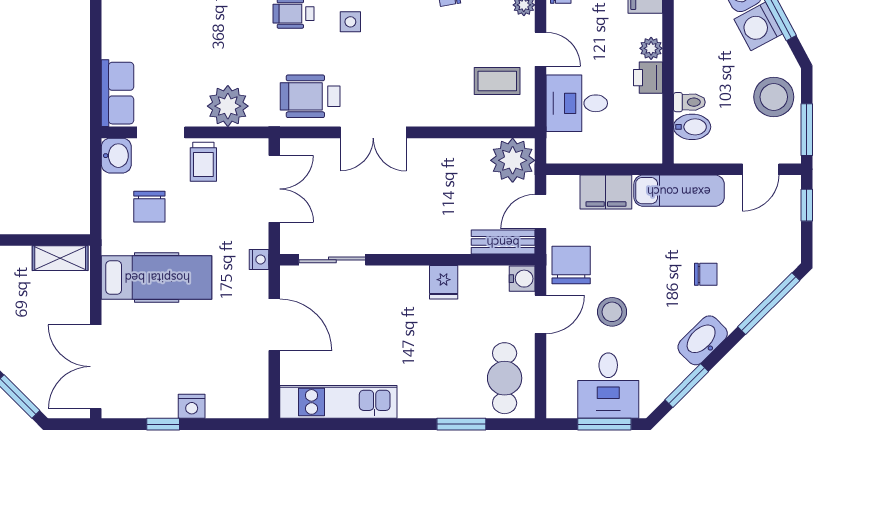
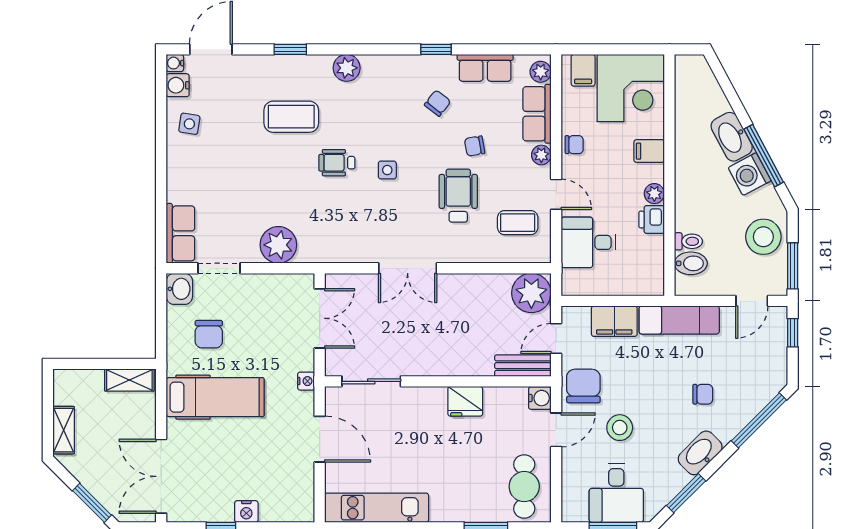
wheelchair: (310, 96) -> (458, 196), moved, turned 90
trolley: (203, 162) -> (257, 294), removed
fridge: (444, 282) -> (465, 401), width x1.38

